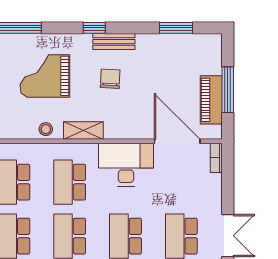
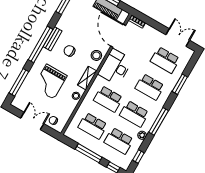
window: (94, 28) -> (41, 44), width x3.17
stool: (127, 125) -> (96, 55), added
door: (177, 141) -> (118, 36), hinge flipped

